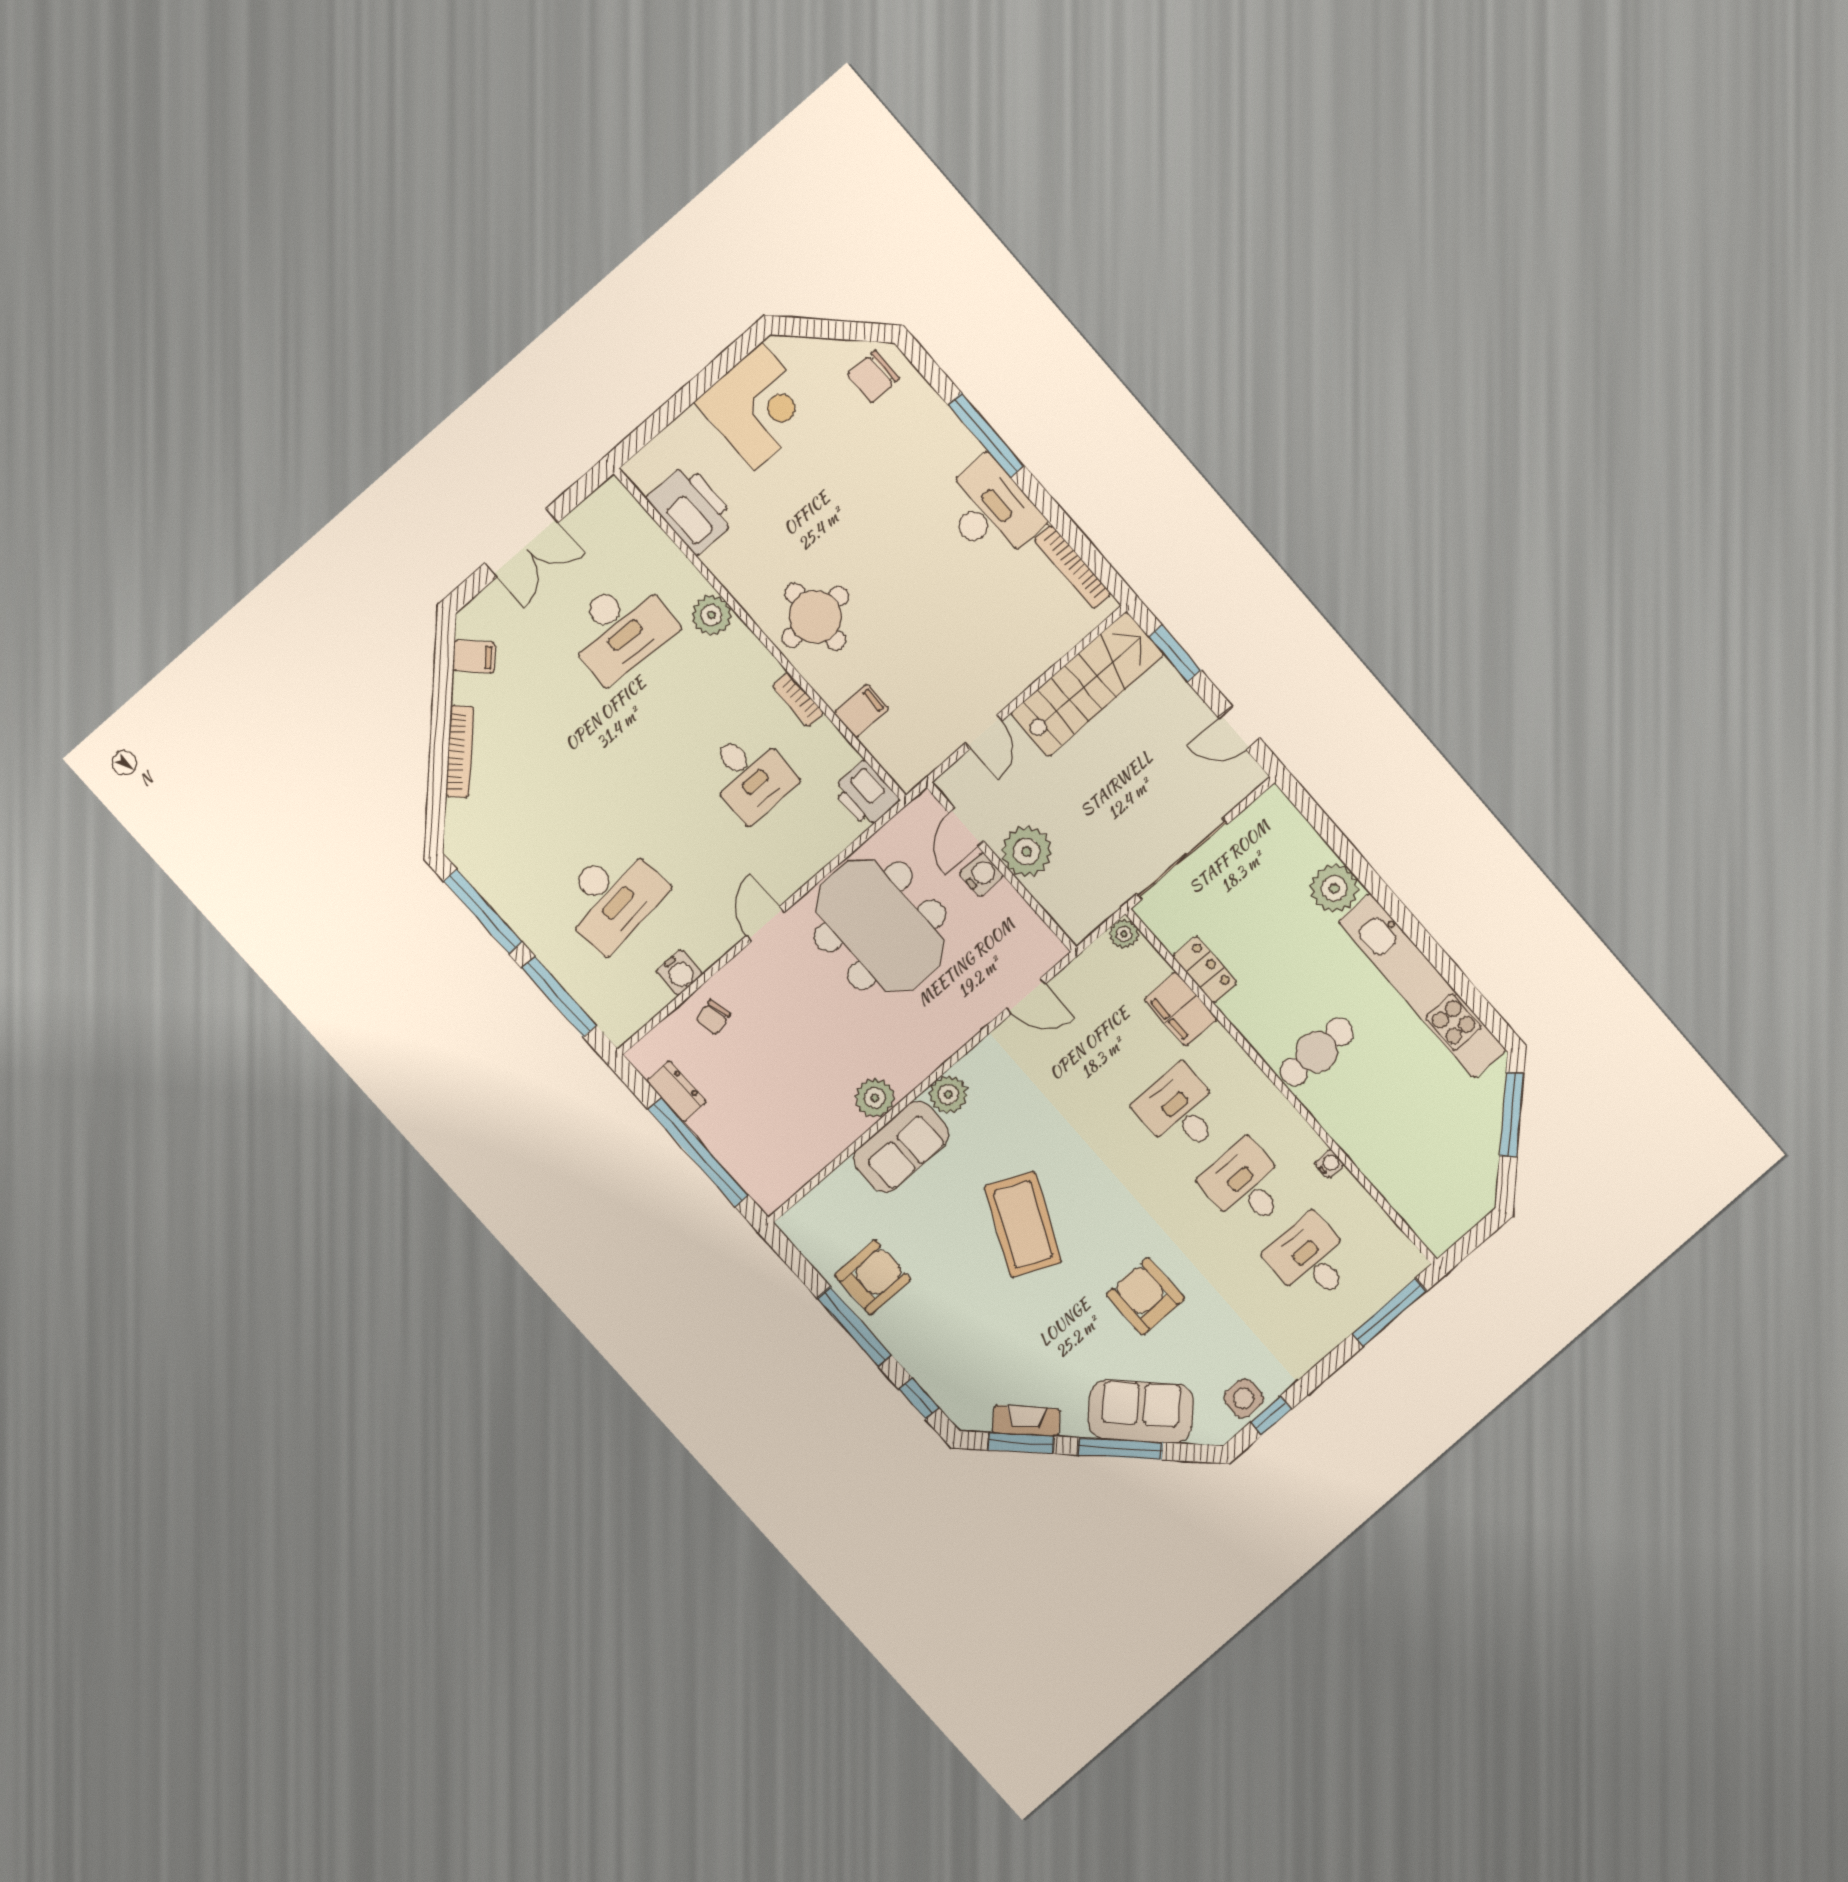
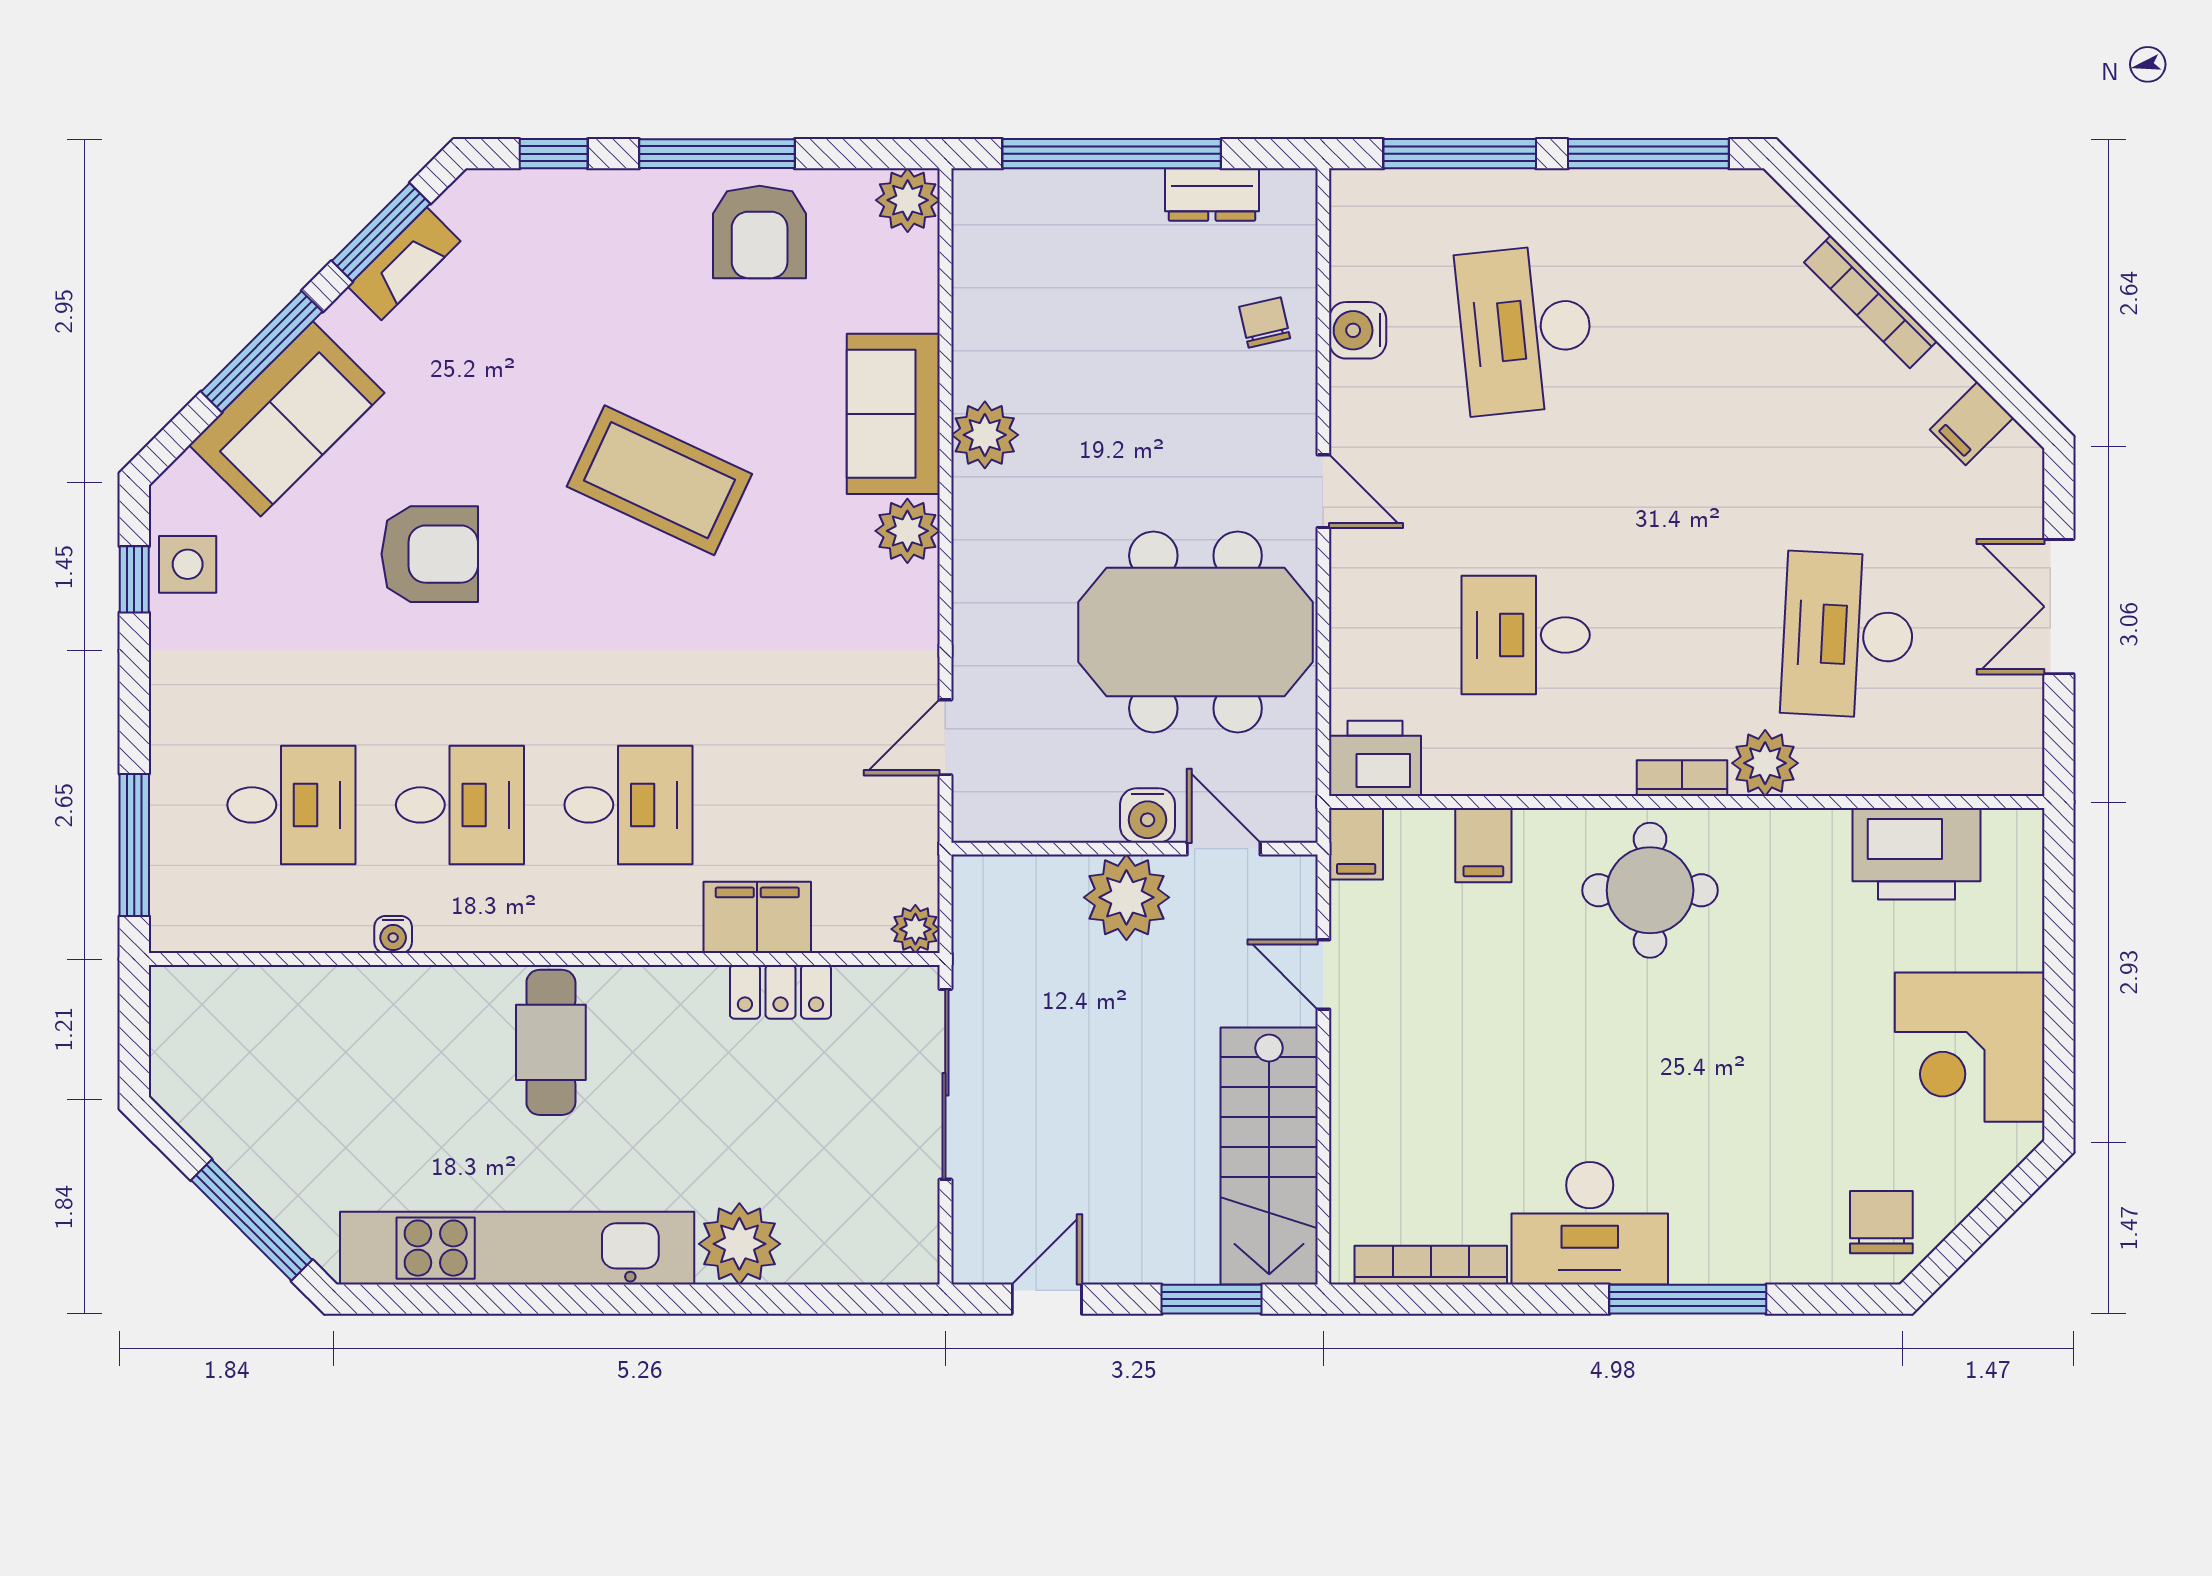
bookcase: (798, 700) -> (1682, 778), moved
filing cabinet: (912, 769) -> (1356, 844), added
plant: (800, 1224) -> (908, 200), added

